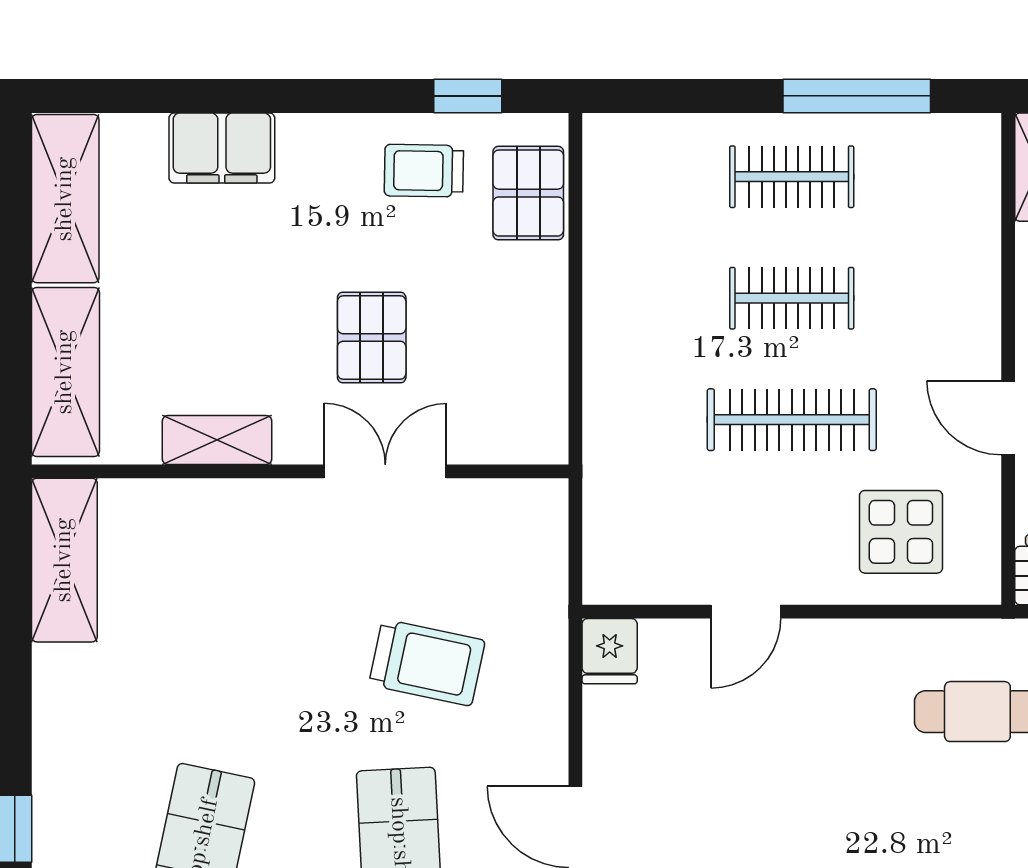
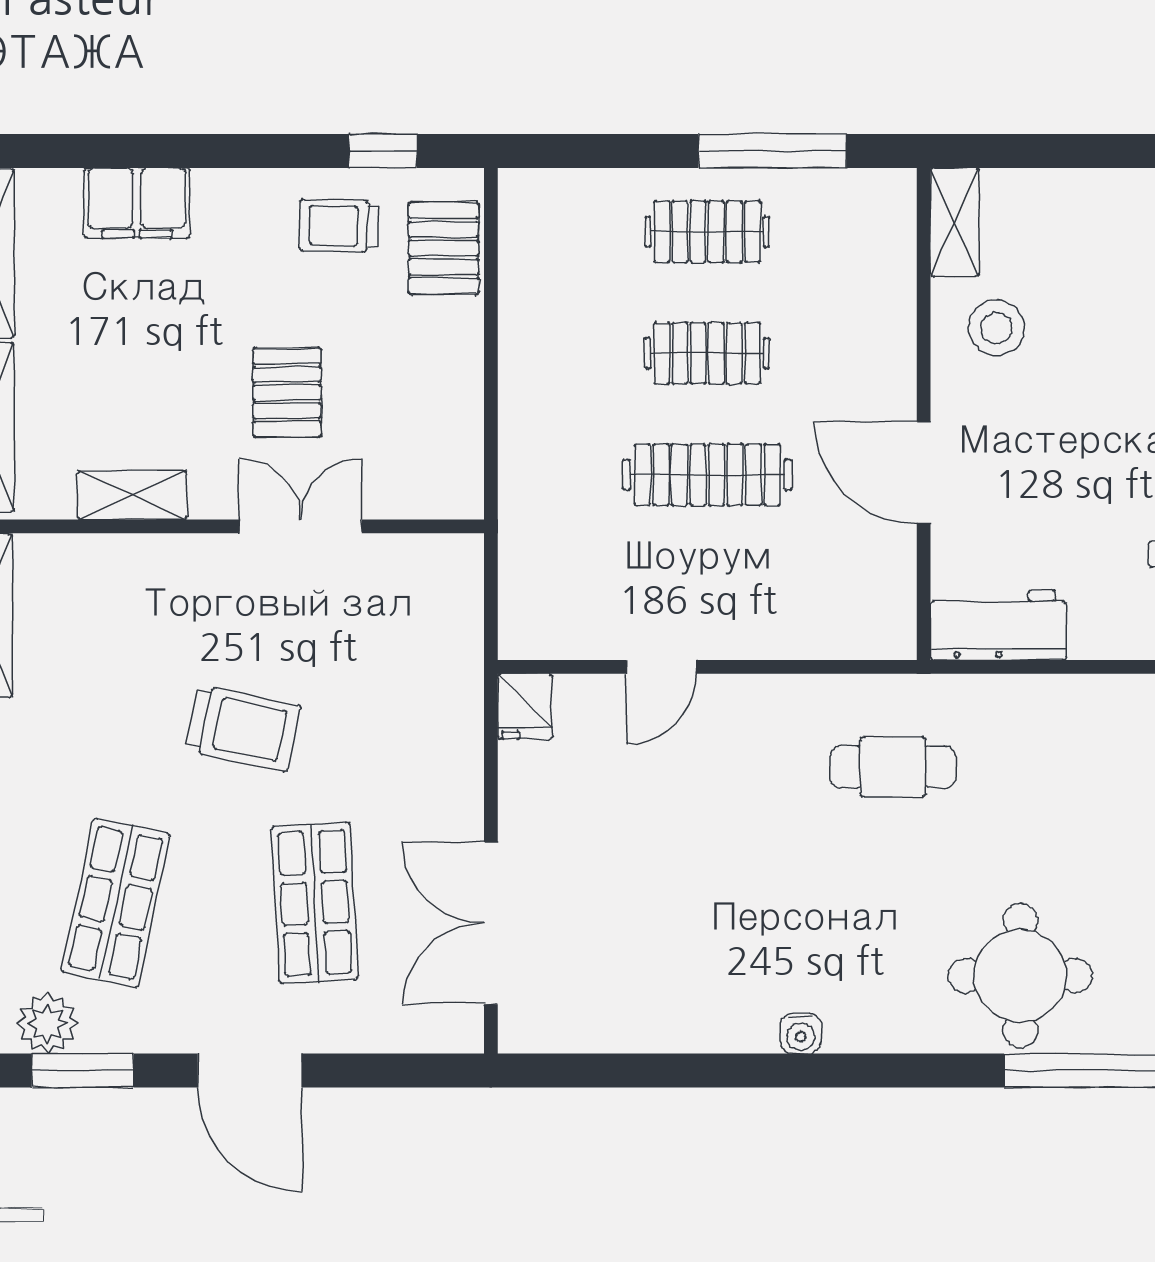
door: (1008, 418) -> (924, 473), width x1.38
display table: (901, 532) -> (816, 587), removed
trolley: (427, 663) -> (243, 728), moved

